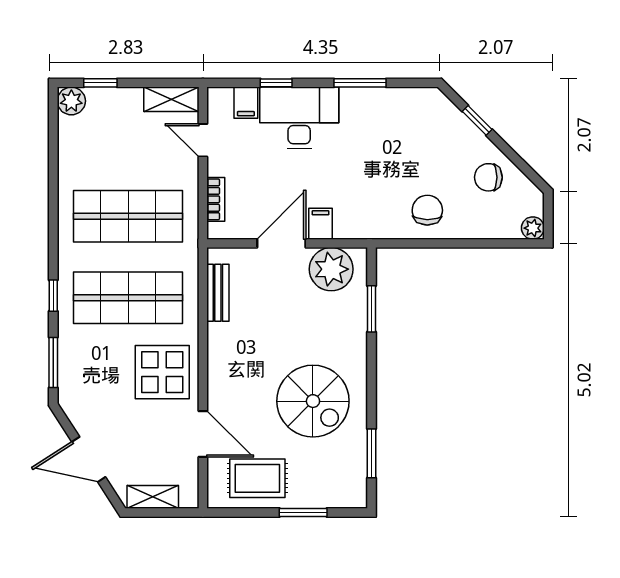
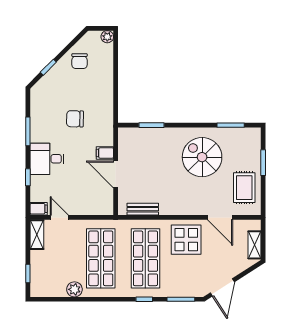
plant: (71, 101) -> (74, 289), moved
filing cabinet: (246, 103) -> (39, 209), moved
desk: (299, 118) -> (47, 159), width x0.73
door: (203, 140) -> (59, 217), swing flipped
bookcase: (216, 199) -> (92, 210), removed
chair: (427, 210) -> (75, 119), moved
plant: (331, 269) -> (130, 147), removed
spiral stairs: (313, 401) -> (202, 157), turned -90
door: (203, 434) -> (220, 217), swing flipped
door: (89, 459) -> (222, 287), moved

